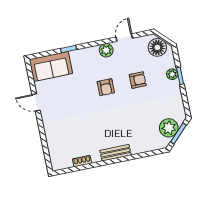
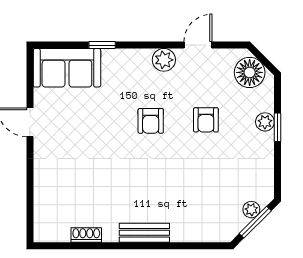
armchair: (138, 80) -> (206, 120), turned 90
plant: (169, 128) -> (251, 210), width x0.53, depth x0.53

